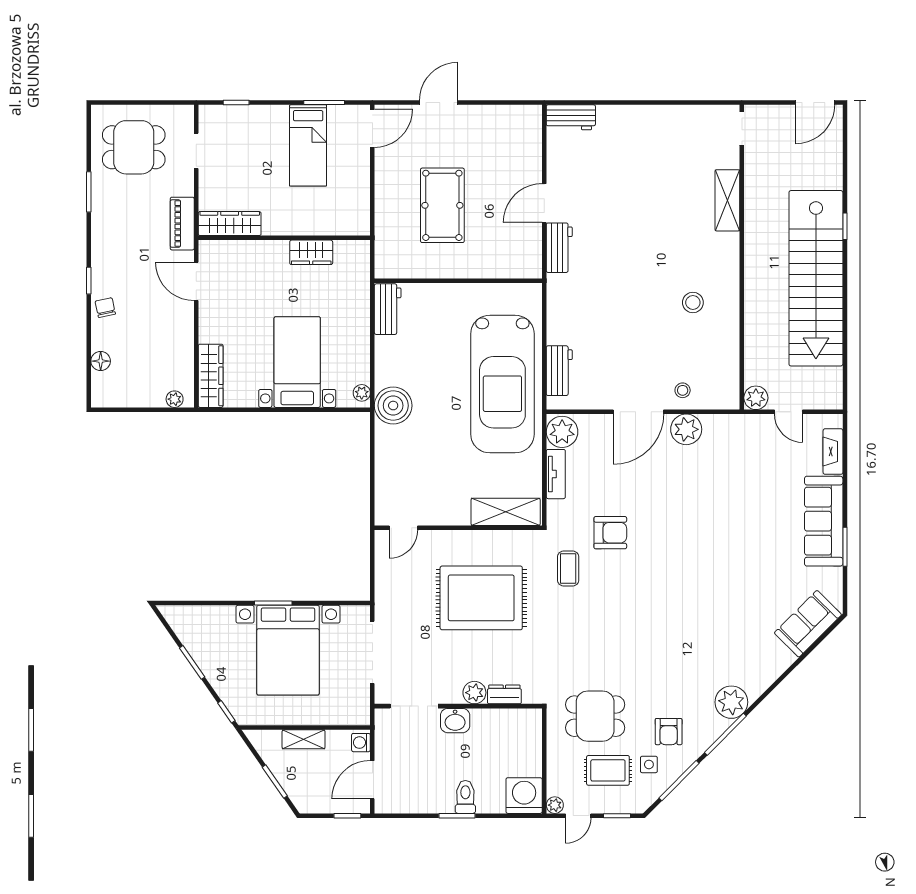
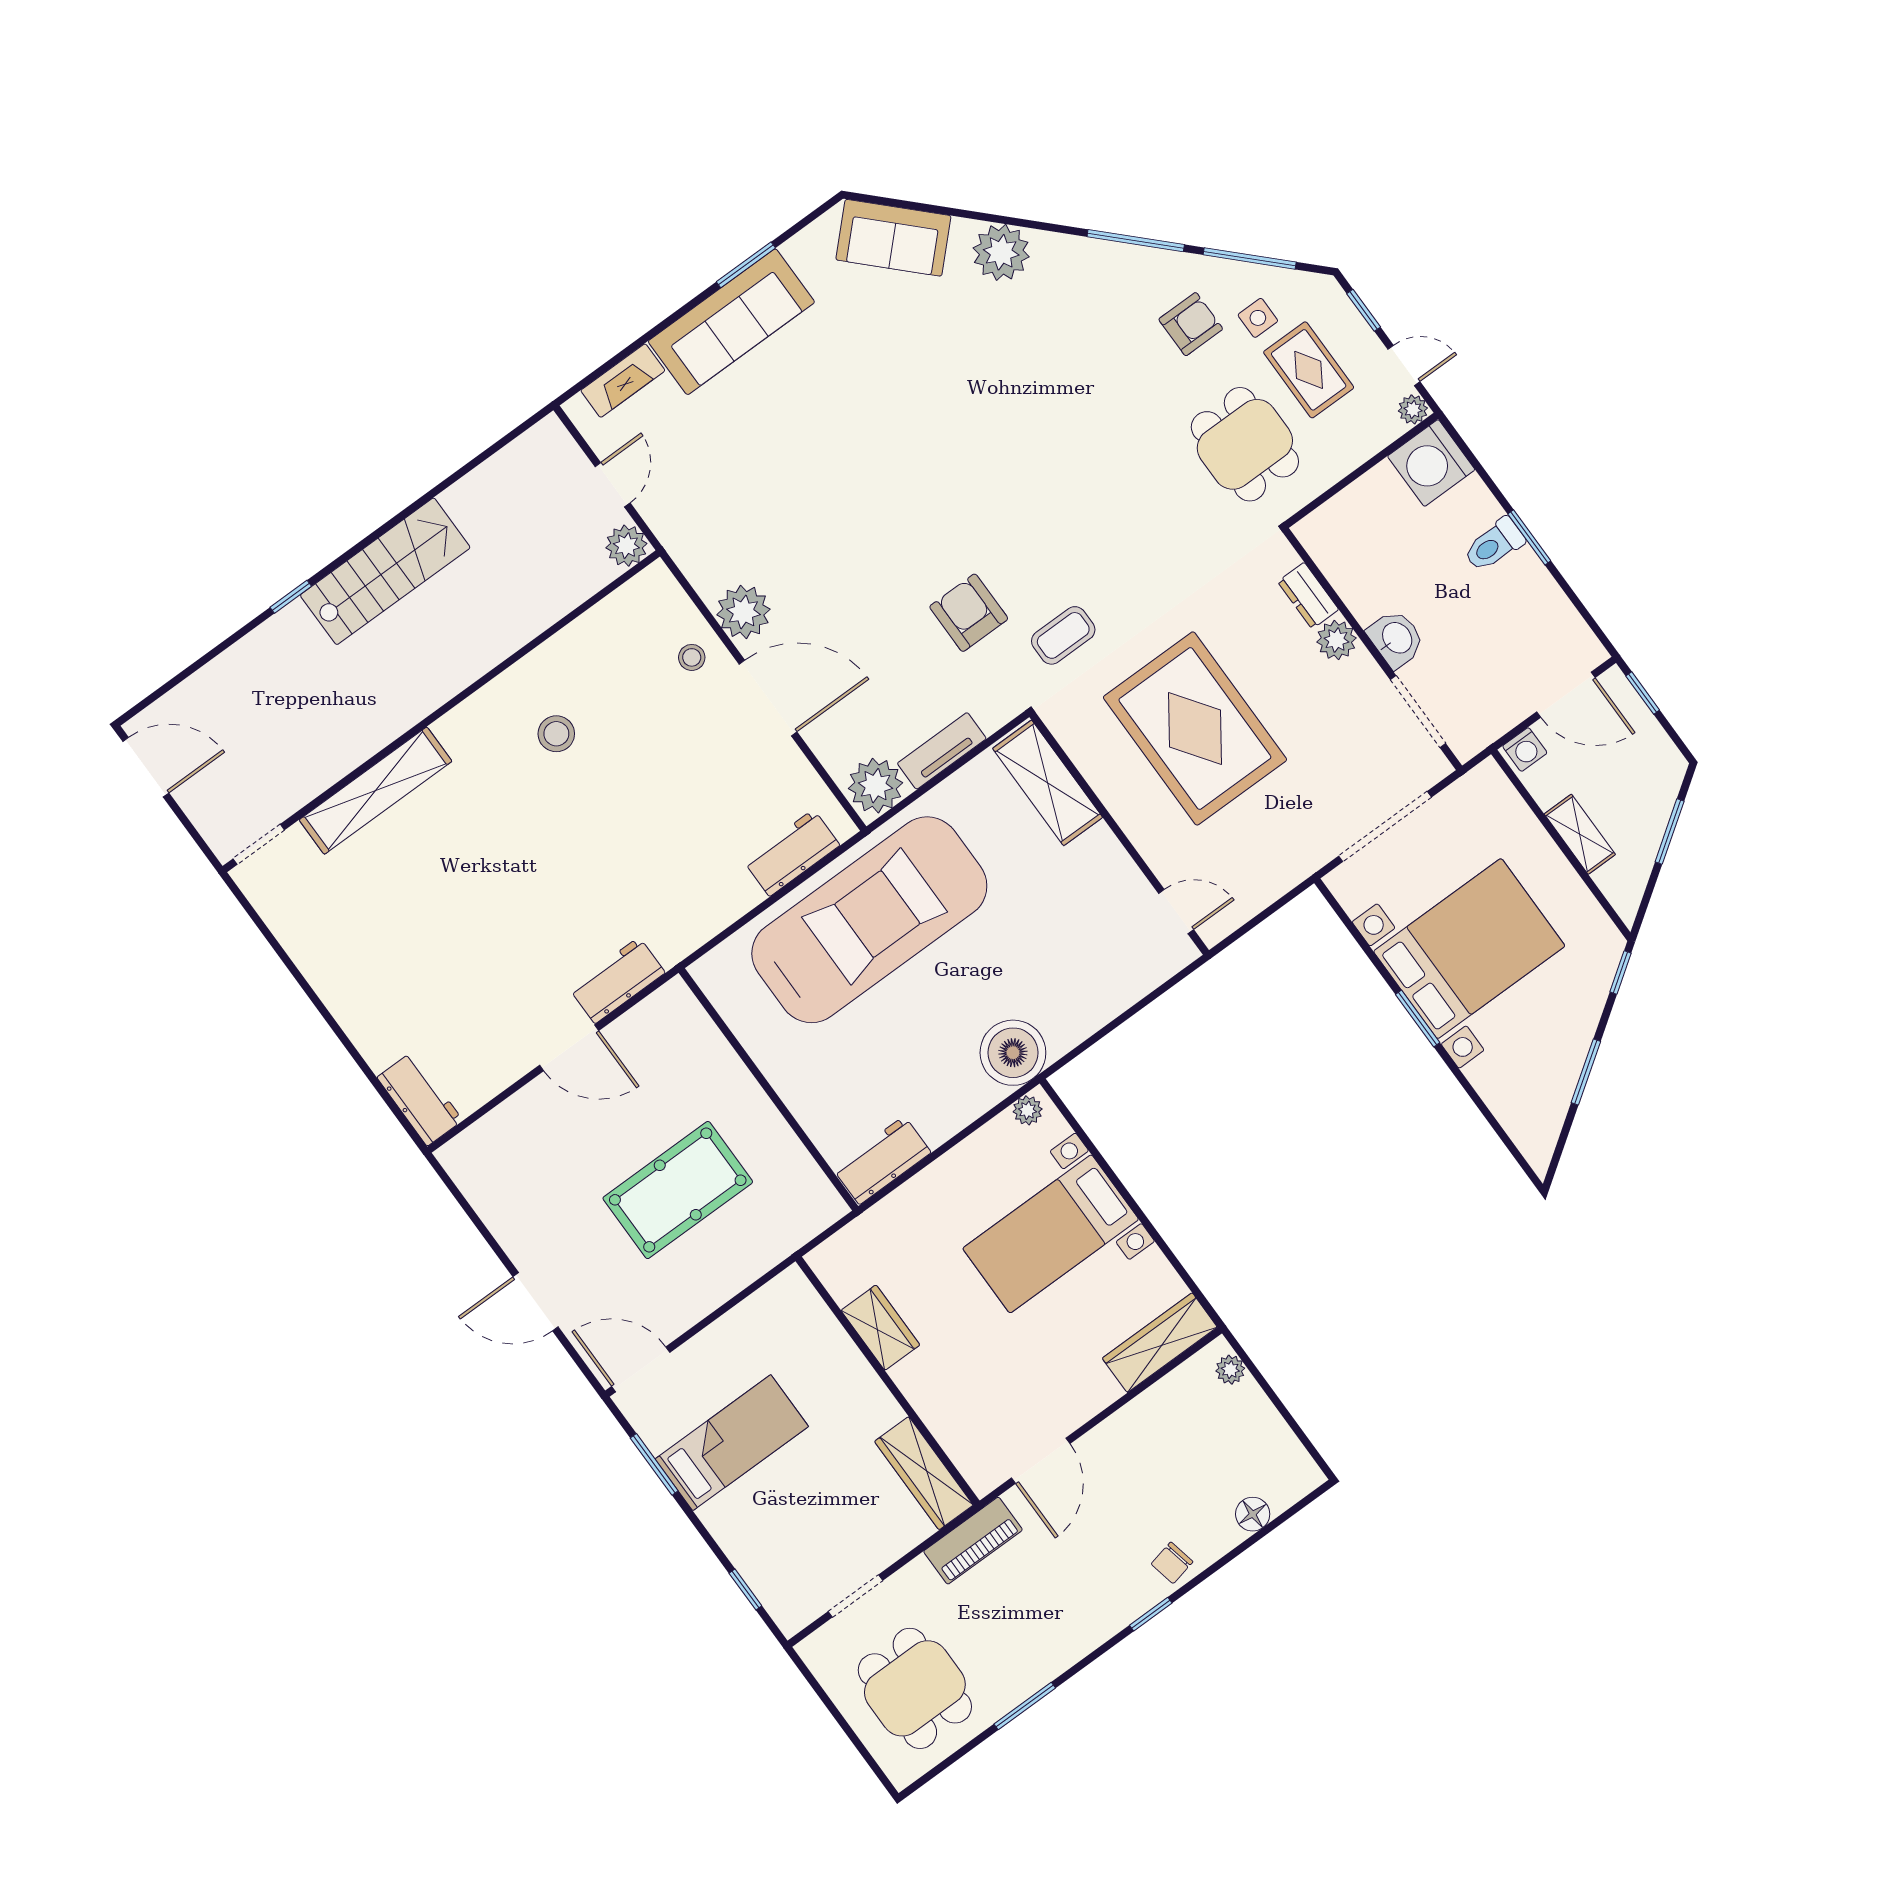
shelving: (727, 200) -> (376, 791), width x1.47
stairs: (816, 278) -> (385, 571), width x0.54, depth x0.66
plant: (731, 702) -> (1001, 252), moved

